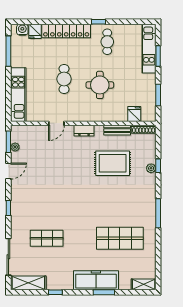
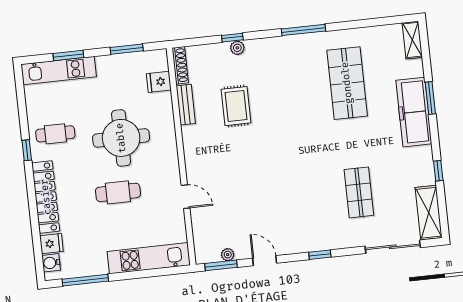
round table: (100, 85) -> (121, 138), width x1.36, depth x1.36
dresser: (84, 131) -> (192, 154), removed
rug: (113, 163) -> (236, 106), width x0.73, depth x0.70

